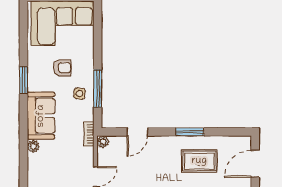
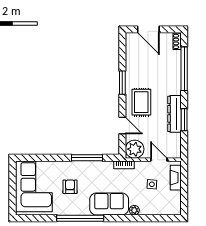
window: (23, 80) -> (80, 218), width x2.11
side table: (80, 94) -> (152, 184), moved
plant: (103, 142) -> (135, 149), width x1.88, depth x1.88
rug: (199, 161) -> (141, 102), moved

